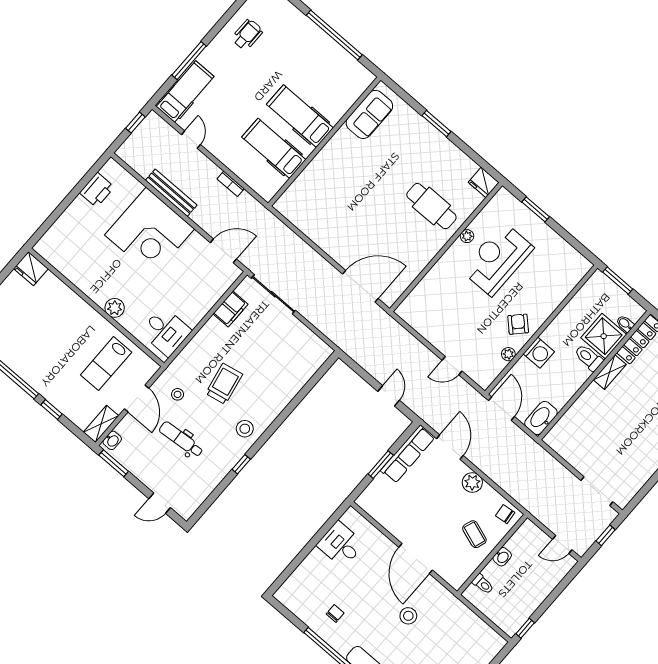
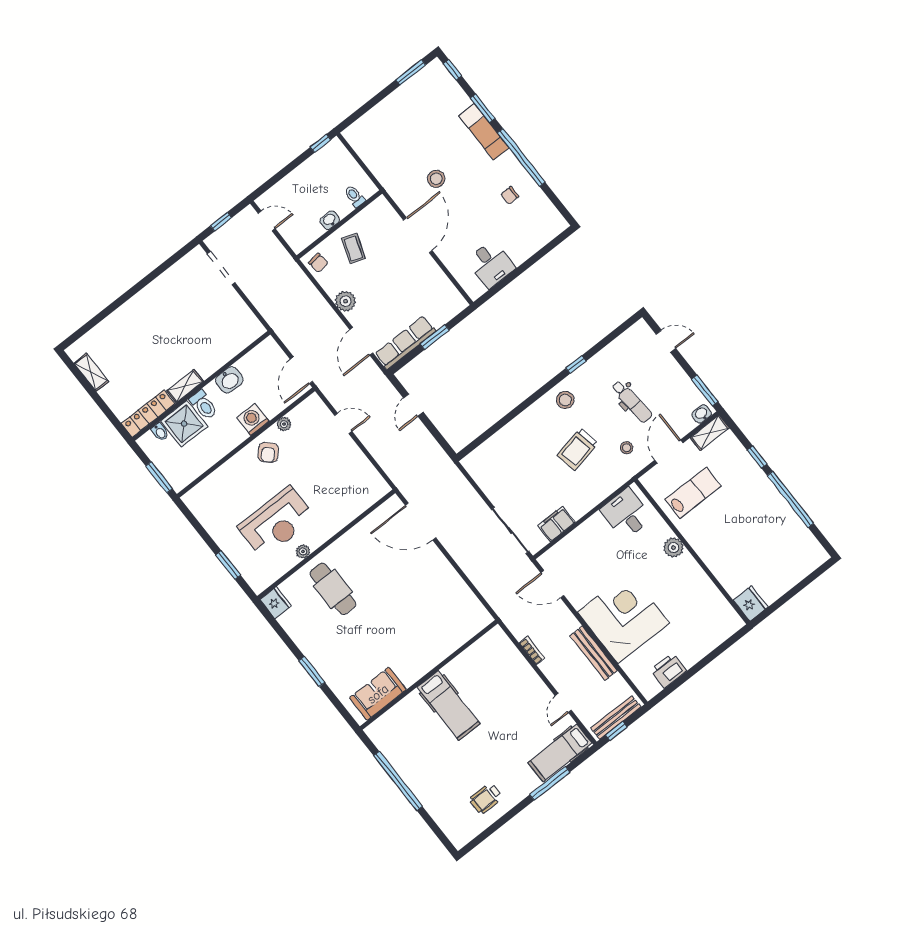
bench: (138, 135) -> (616, 718), added
hospital bed: (274, 148) -> (481, 678), removed
washbasin: (541, 418) -> (229, 380), moved, width x0.72

